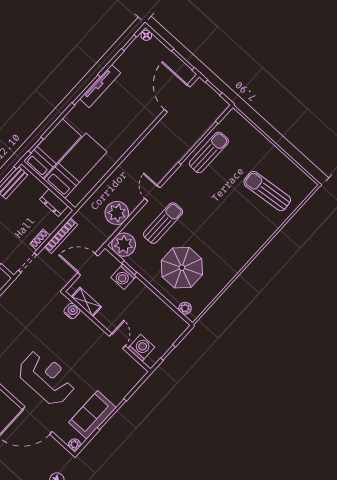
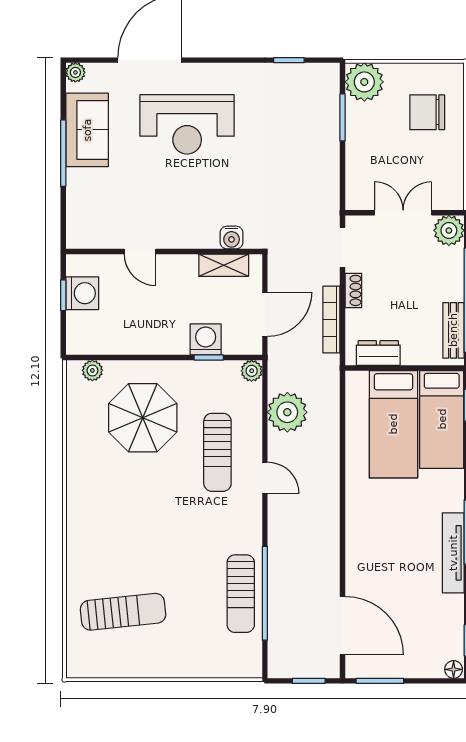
plant: (124, 245) -> (252, 371), width x0.53, depth x0.53
washing machine: (141, 348) -> (82, 293), moved, turned -90

